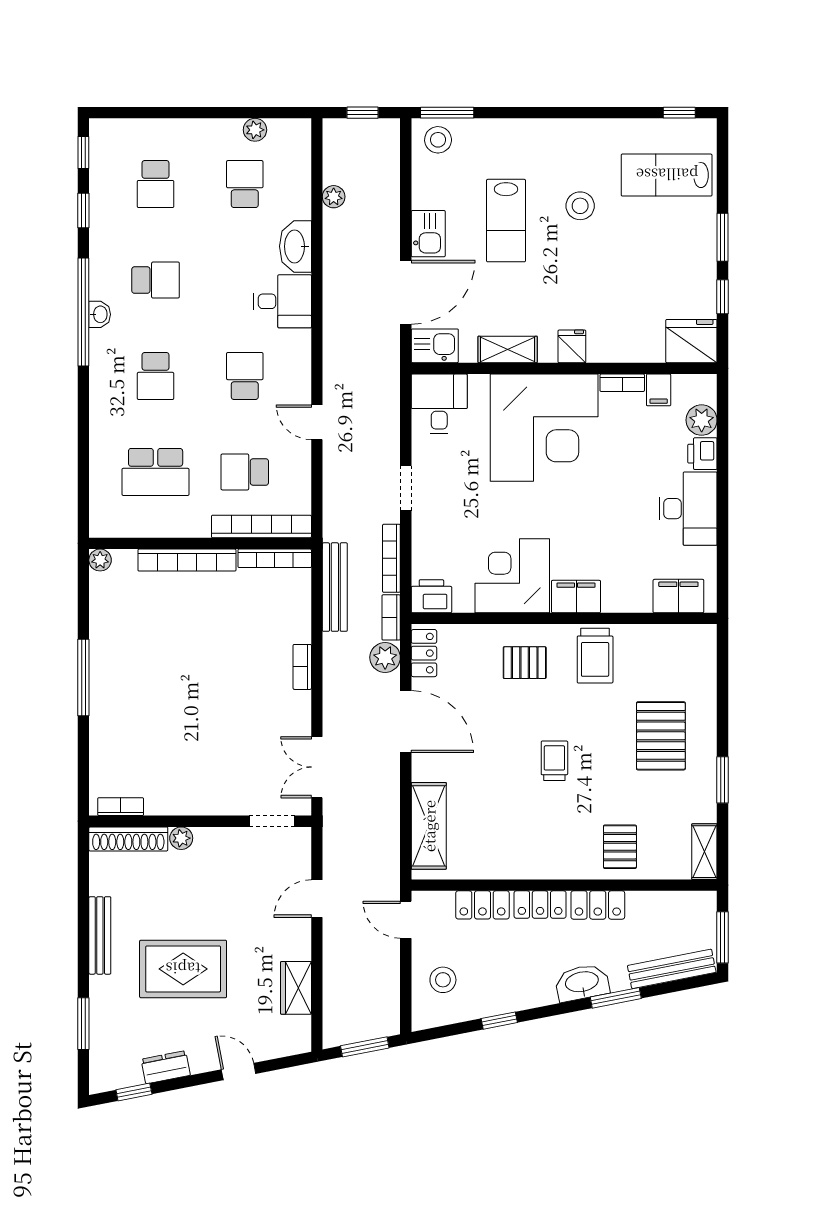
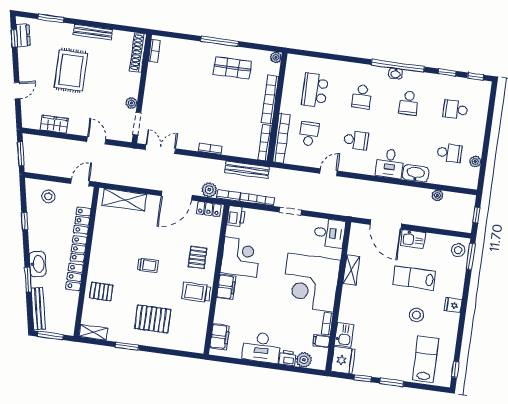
kitchen sink: (435, 346) -> (344, 335), moved
fridge: (572, 346) -> (453, 305), moved, turned 180
school desk: (156, 376) -> (362, 97), turned -90
shop shelf: (133, 645) -> (232, 68), added
plant: (181, 838) -> (131, 103), moved
dresser: (166, 1067) -> (23, 35), moved

